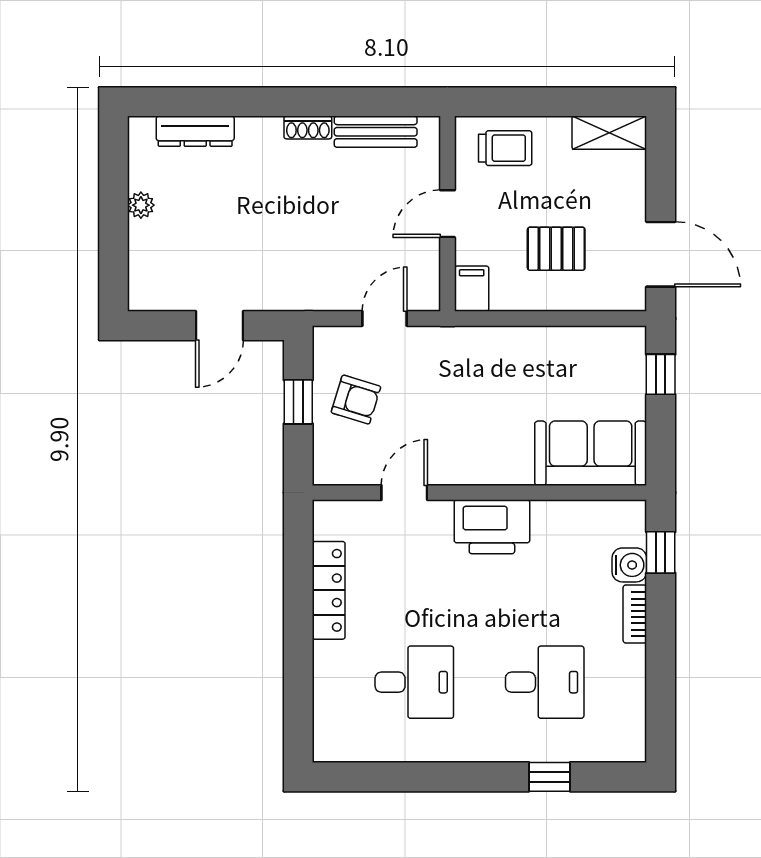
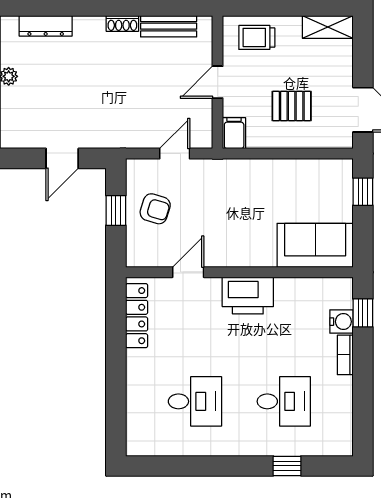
trolley: (505, 148) -> (257, 37), turned 180
locker: (329, 590) -> (137, 316), moved

